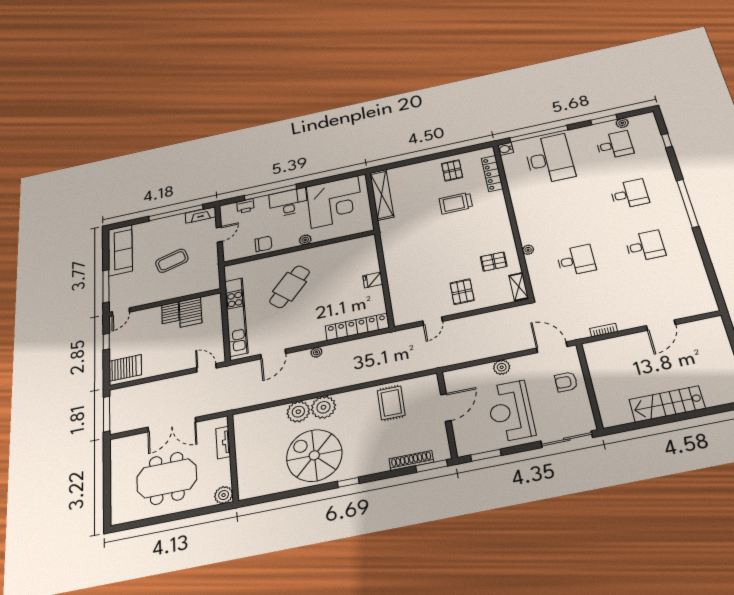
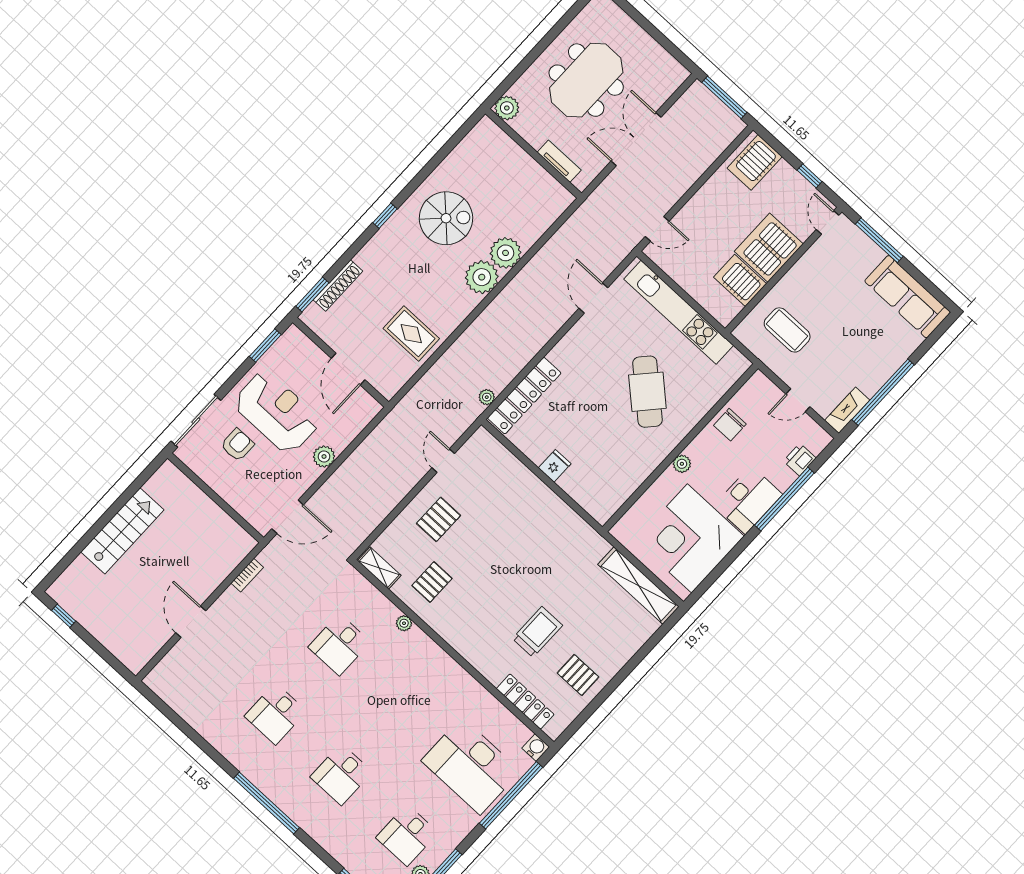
door: (219, 234) -> (798, 400), hinge flipped
coffee table: (172, 261) -> (787, 330), moved, turned -74
pallet: (462, 292) -> (438, 519), turned 90
server rack: (170, 313) -> (769, 248), width x2.18, depth x1.44
plant: (316, 352) -> (487, 397), moved
armchair: (566, 382) -> (237, 445), moved
spiral stairs: (314, 455) -> (446, 218), width x0.73, depth x0.73

